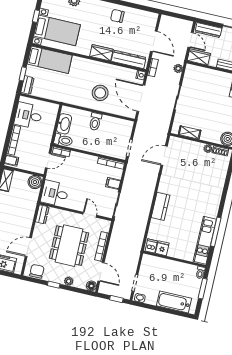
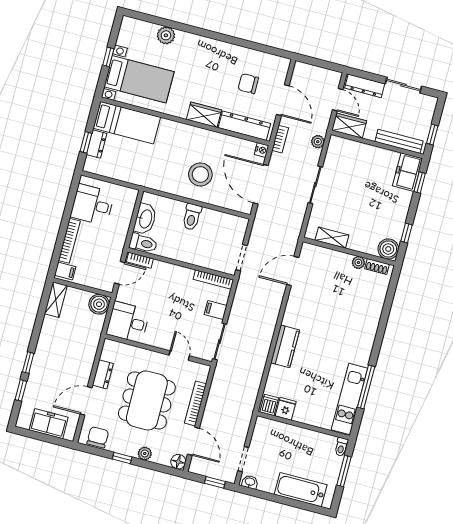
chair: (117, 16) -> (248, 84), moved
dresser: (27, 85) -> (96, 144), moved
dresser: (42, 214) -> (103, 374), moved

